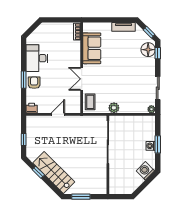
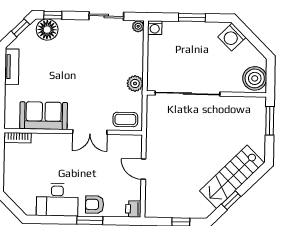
washing machine: (151, 146) -> (155, 28), moved
boiler: (119, 186) -> (255, 78), added
window: (81, 197) -> (270, 121), moved

